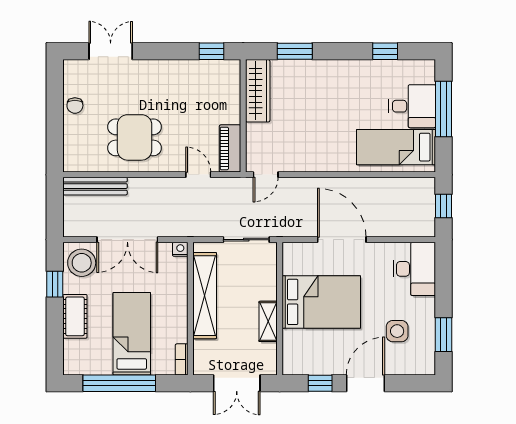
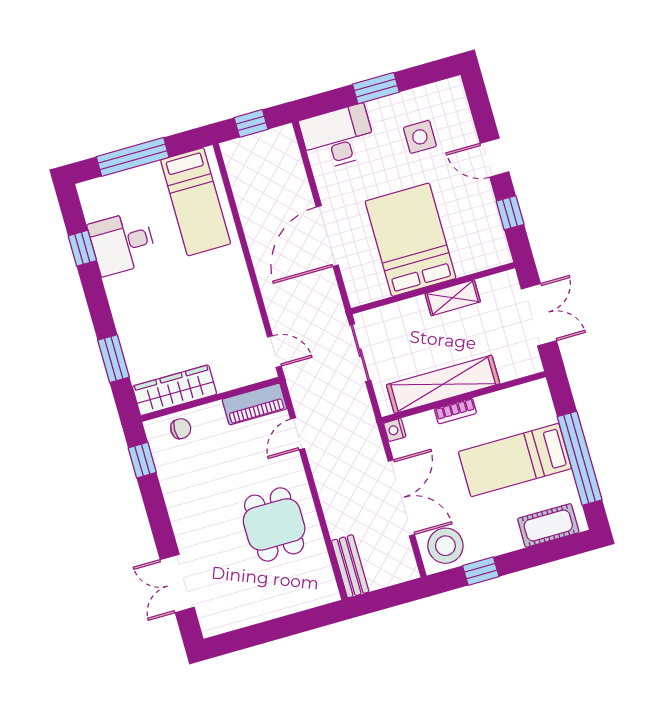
chair: (75, 106) -> (181, 429), moved
desk: (412, 106) -> (122, 243), moved, turned -90
bench: (95, 186) -> (350, 566), width x0.73
cot: (75, 316) -> (548, 525), moved
window: (444, 335) -> (376, 88), moved
bookcase: (182, 359) -> (455, 411), moved
door: (365, 383) -> (494, 158), width x0.73

